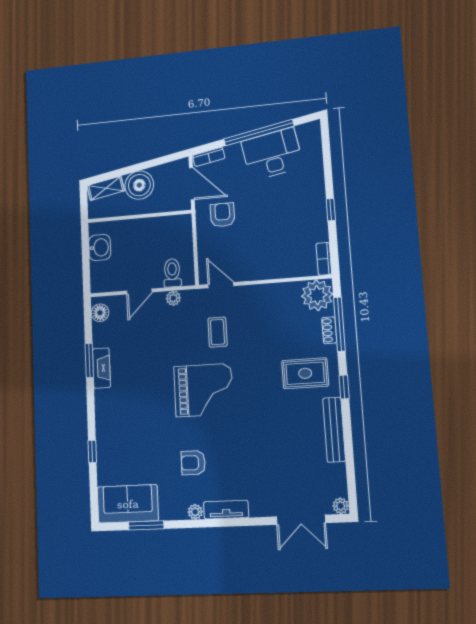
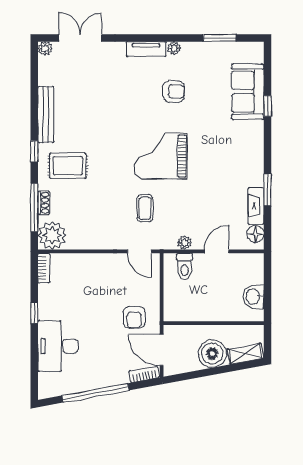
desk: (272, 154) -> (58, 346), moved, turned 100
fireplace: (101, 368) -> (256, 206), moved
sofa: (128, 504) -> (248, 92), moved, turned 90

